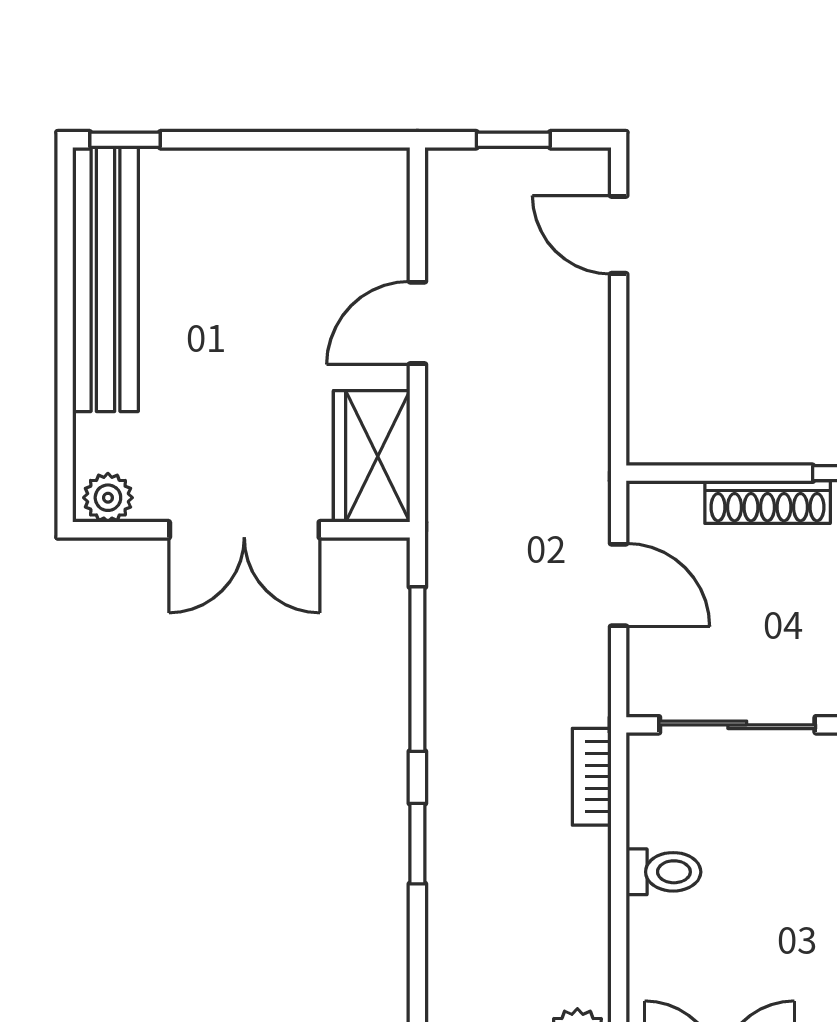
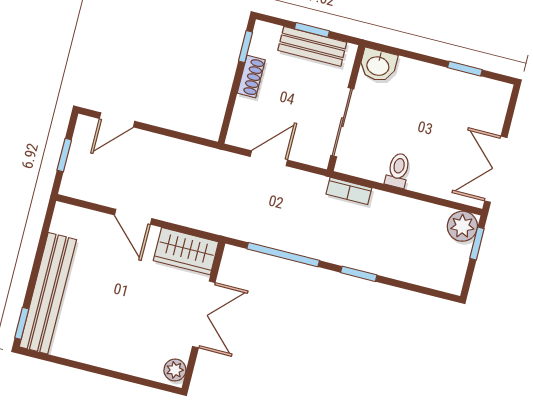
bench: (106, 279) -> (48, 293), moved, turned 90
shoe rack: (768, 502) -> (251, 76), width x0.70

